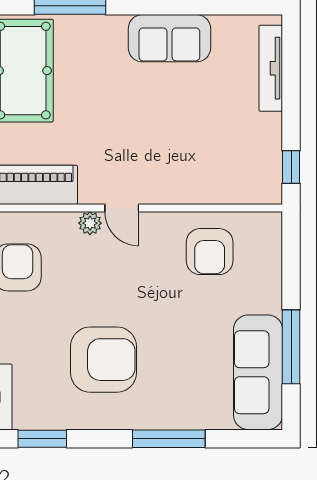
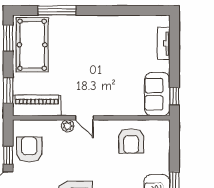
sofa: (169, 38) -> (157, 94), moved, turned 90
tv unit: (271, 68) -> (164, 44), width x0.71

